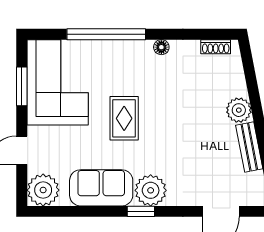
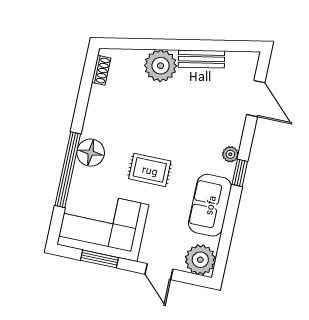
floor lamp: (161, 47) -> (91, 153), moved, width x1.89, depth x1.89
plant: (239, 110) -> (161, 66), width x1.36, depth x1.36
plant: (151, 190) -> (230, 154), width x0.53, depth x0.53

